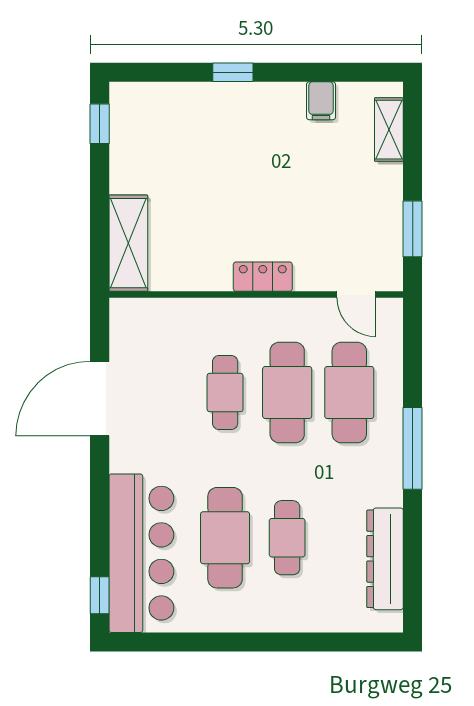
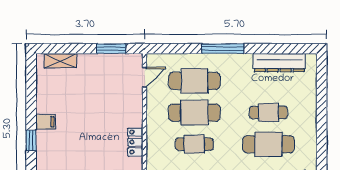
filing cabinet: (321, 101) -> (46, 122), moved
locker: (263, 277) -> (135, 142), moved

